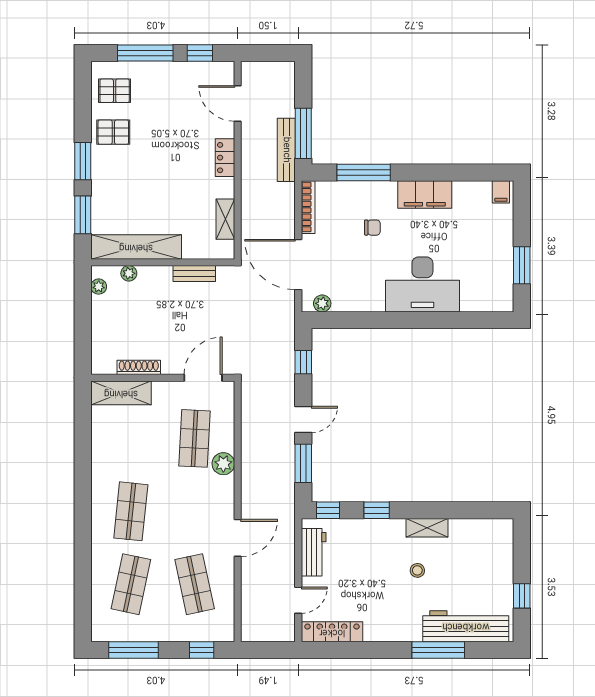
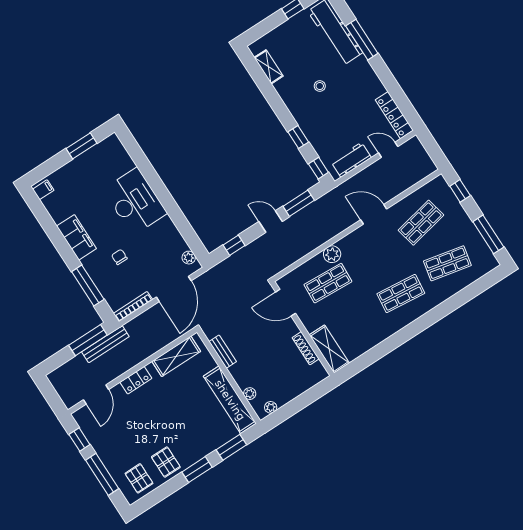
shelving: (225, 219) -> (176, 356), width x1.50, depth x1.33
shelving: (427, 528) -> (269, 67), moved

